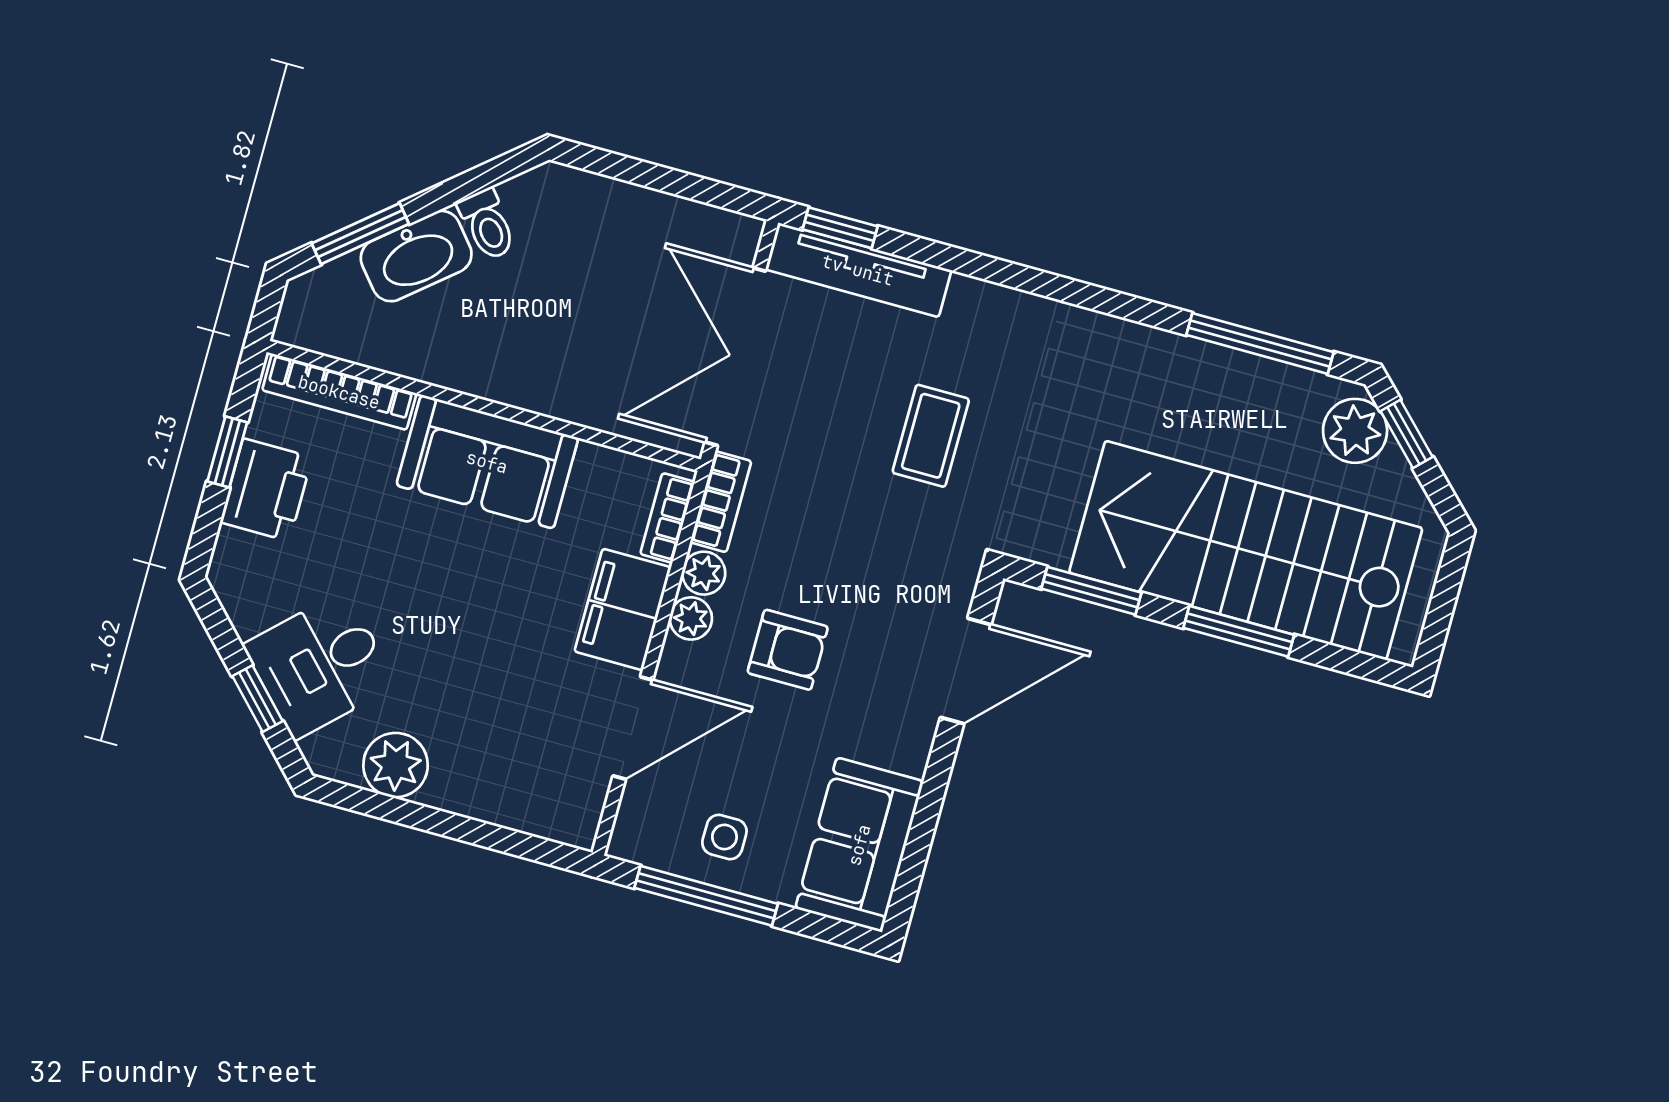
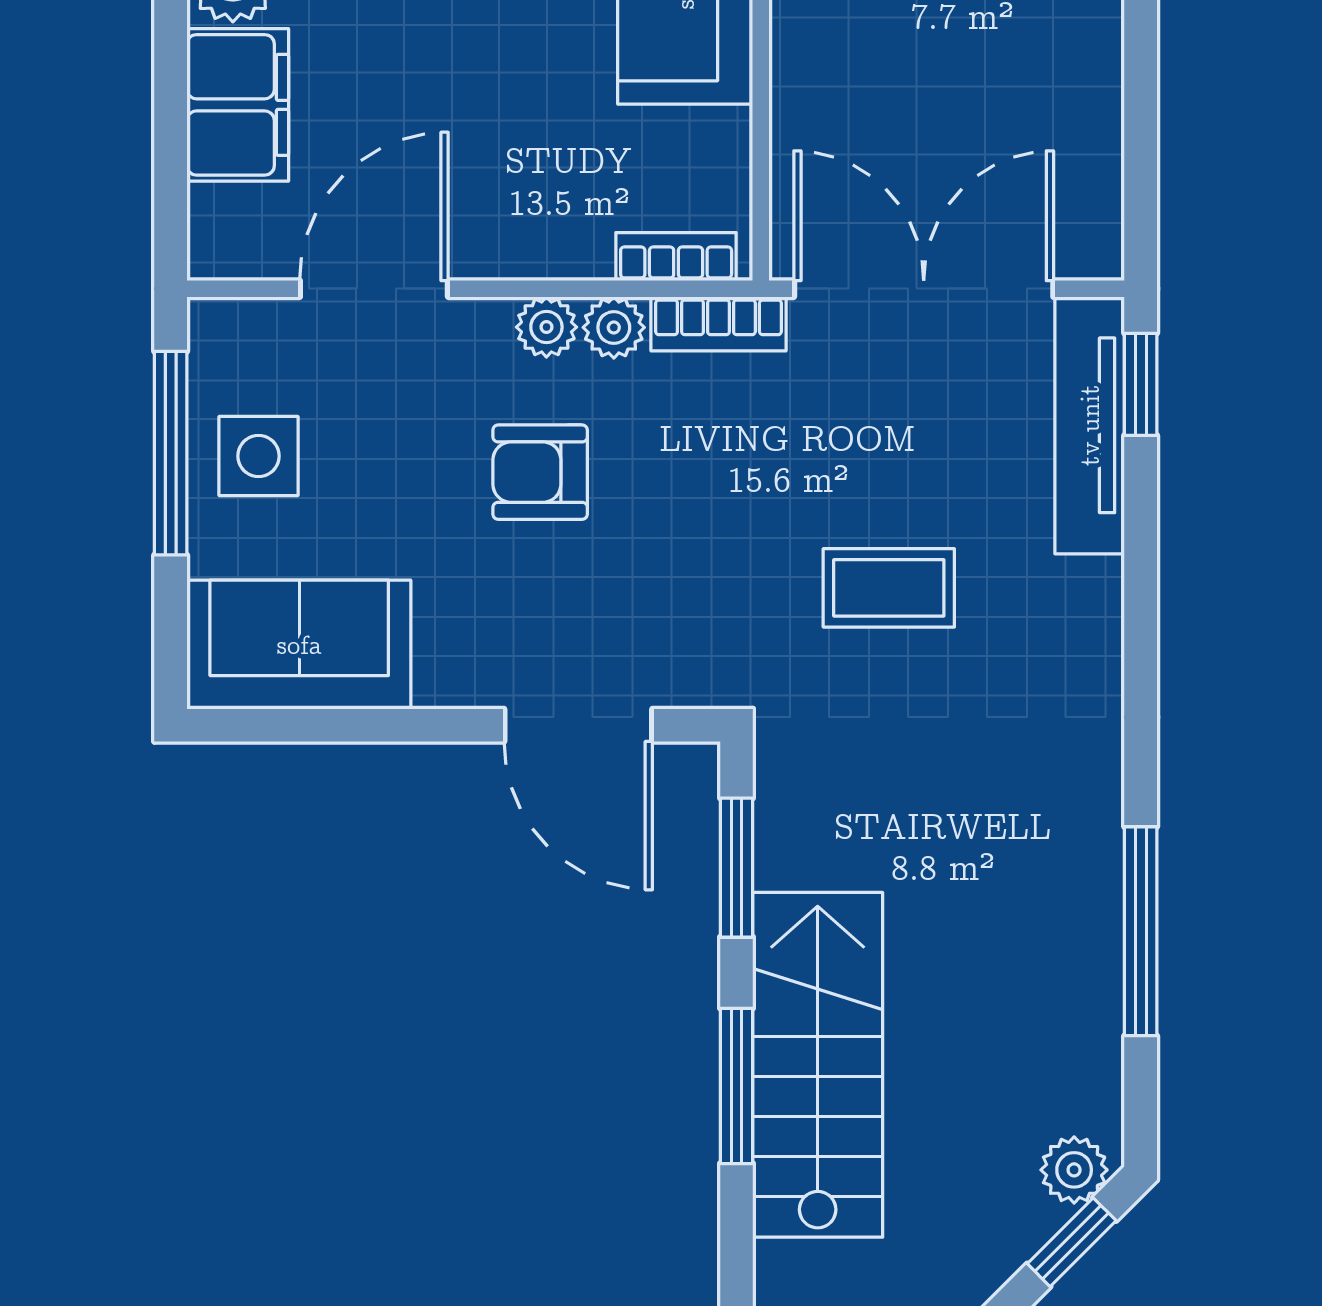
window: (1260, 343) -> (1141, 931), moved
plant: (1355, 431) -> (1074, 1170), width x0.73, depth x0.73
stairs: (1246, 550) -> (818, 1065), width x0.73, depth x0.66
filing cabinet: (623, 609) -> (238, 105), moved, turned 90
armchair: (788, 650) -> (540, 472), turned 90
door: (633, 728) -> (374, 289), swing flipped
side table: (724, 837) -> (258, 456), width x1.37, depth x1.37

